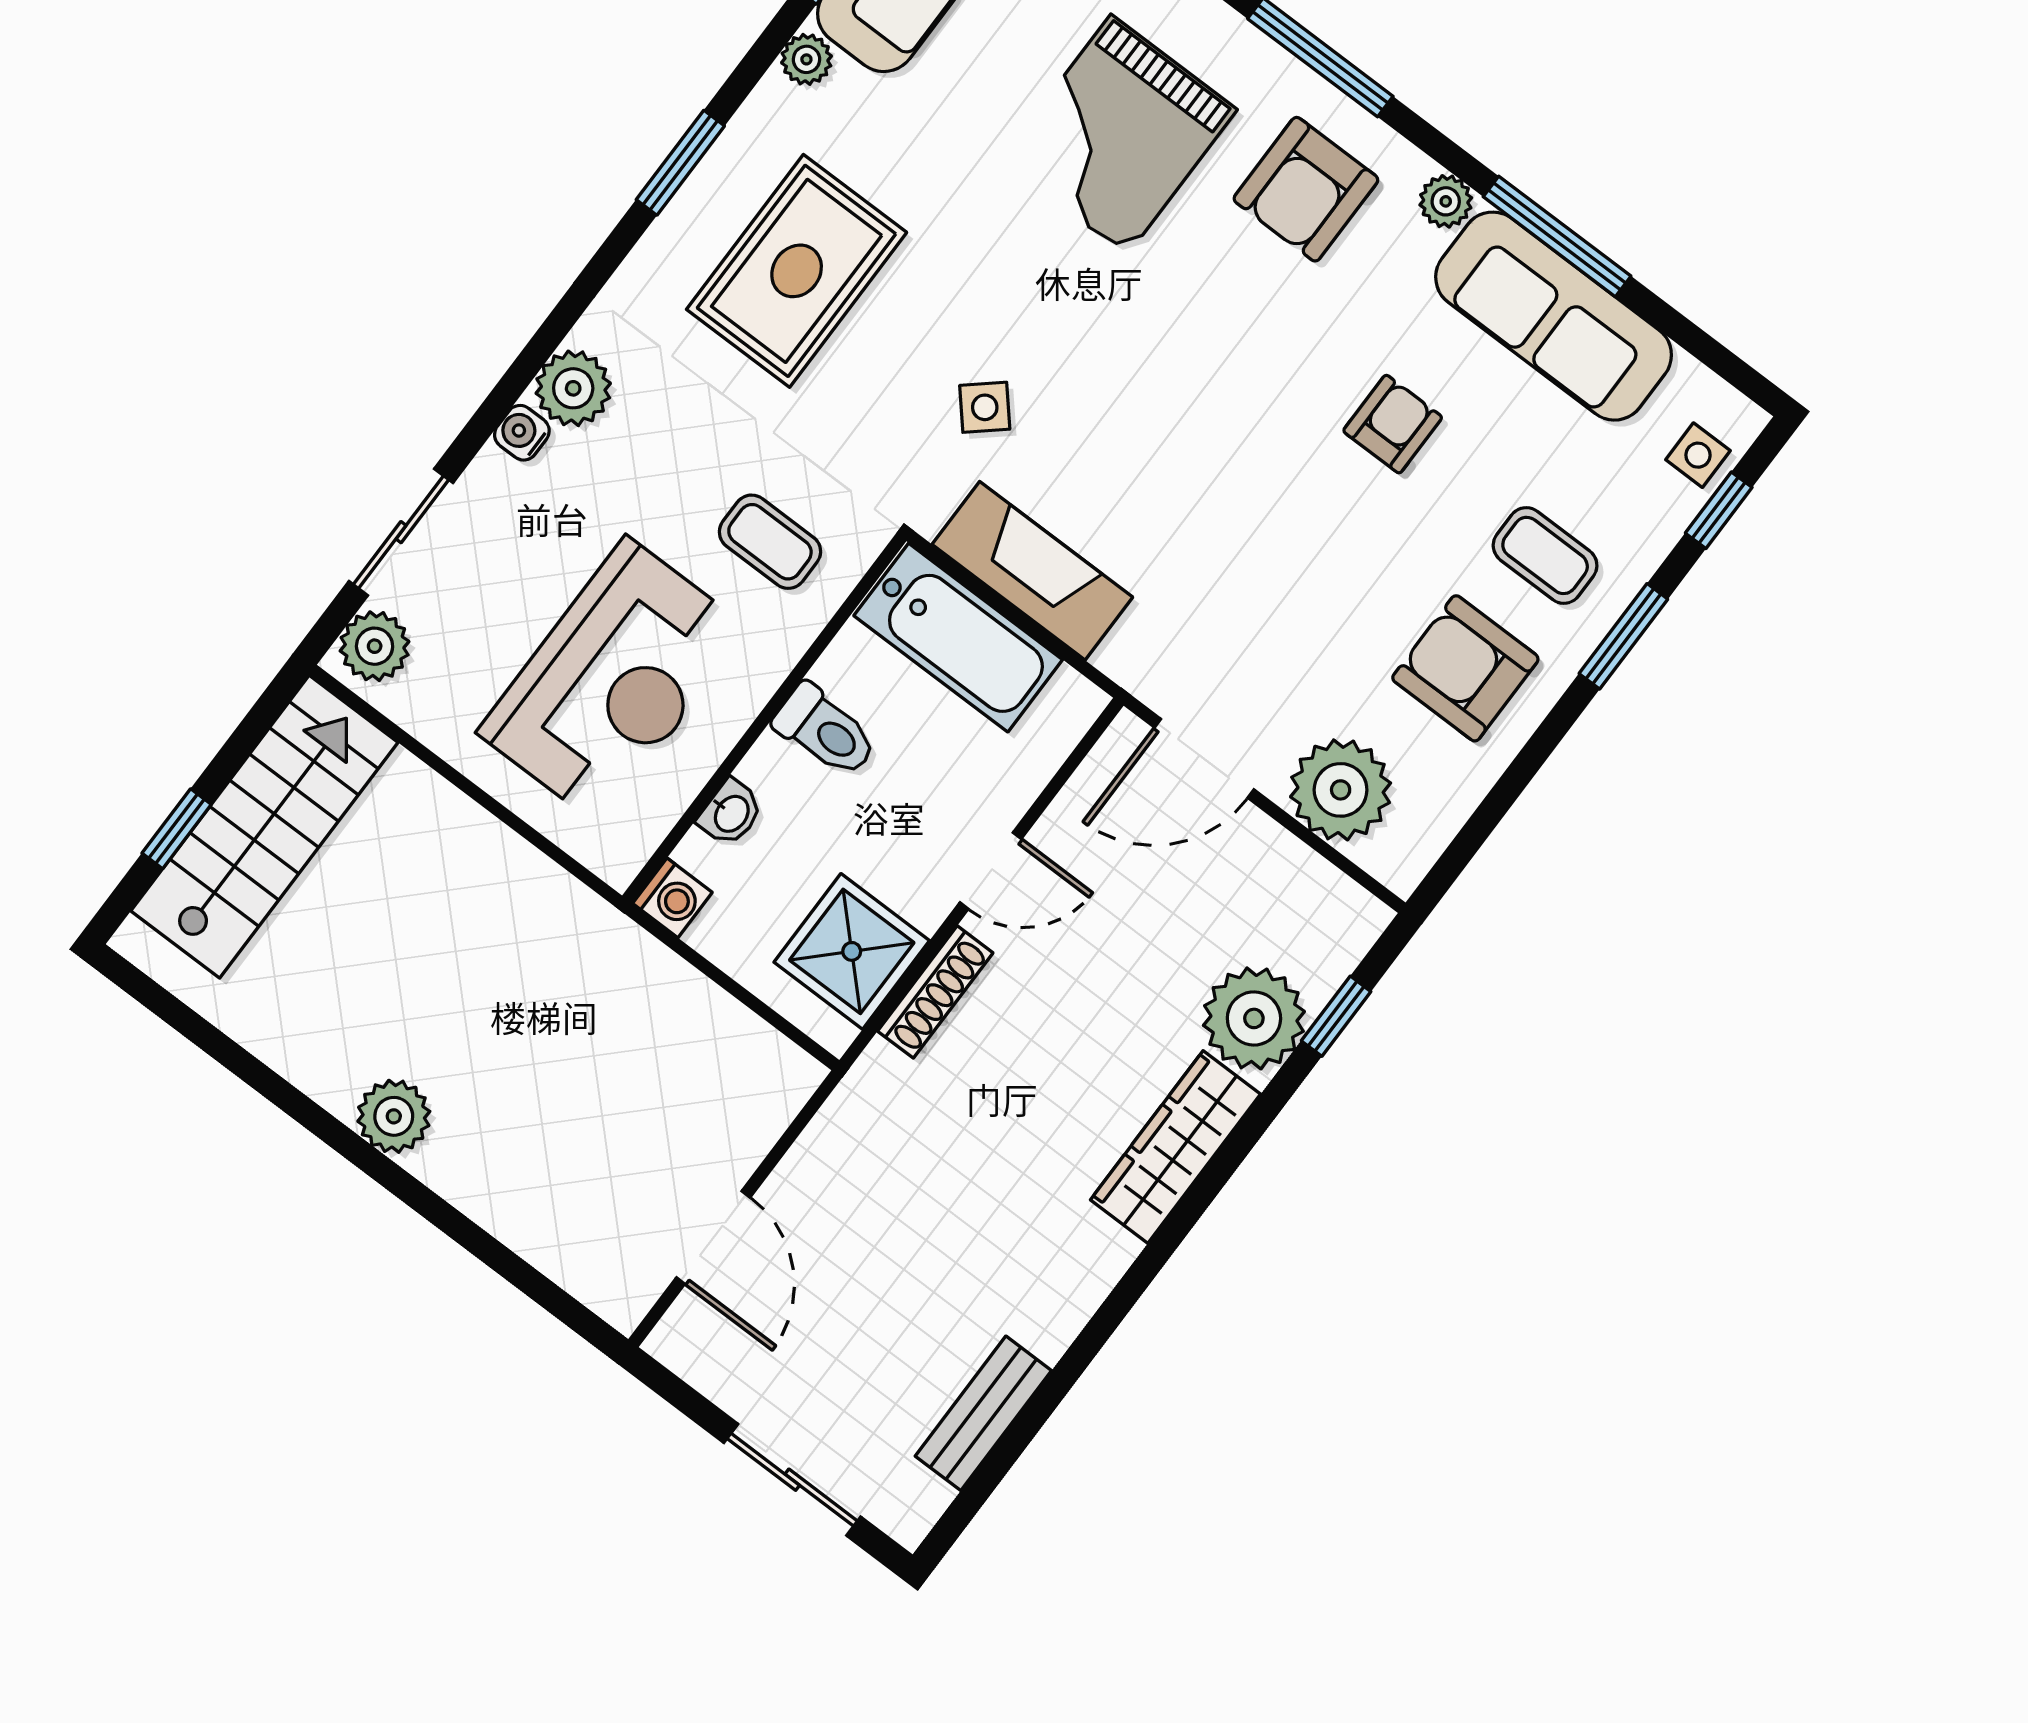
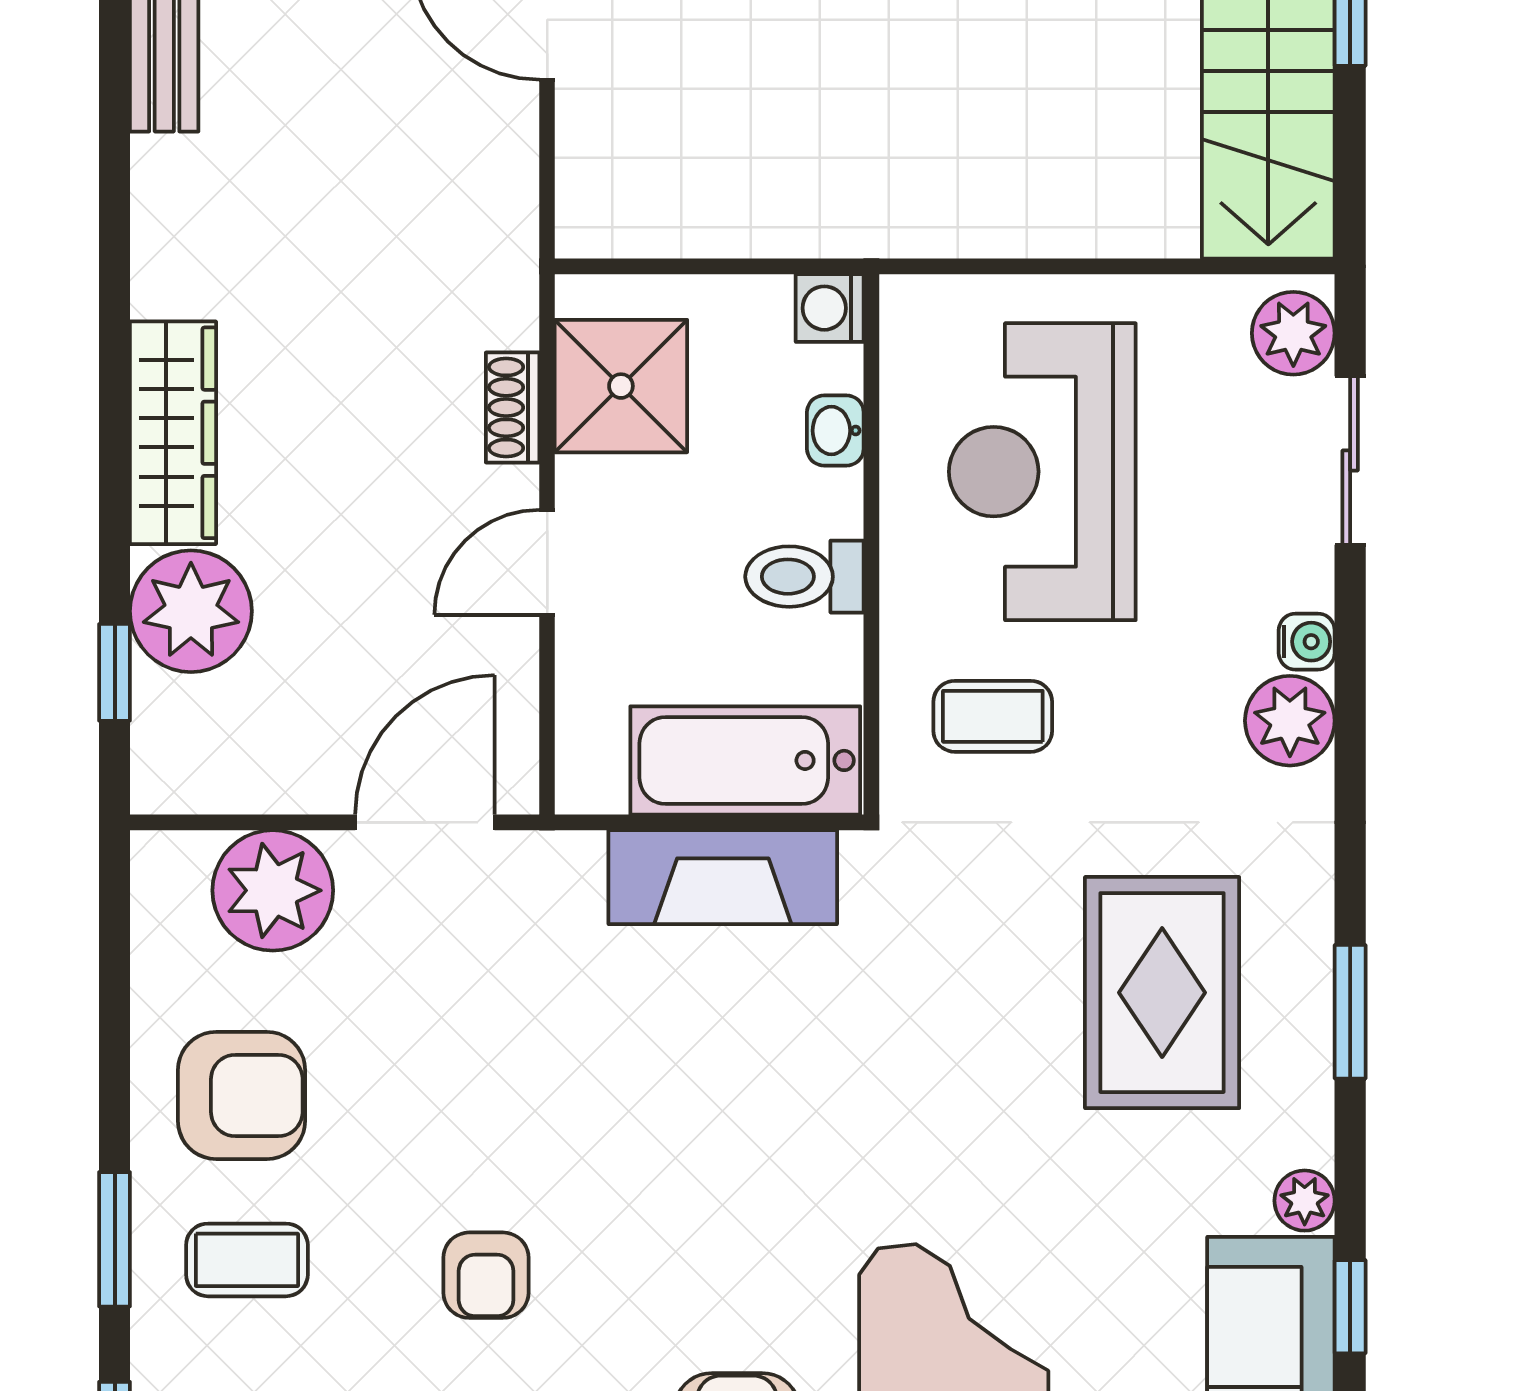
side table: (985, 407) -> (885, 998), removed
shoe rack: (935, 992) -> (513, 408), width x0.70

